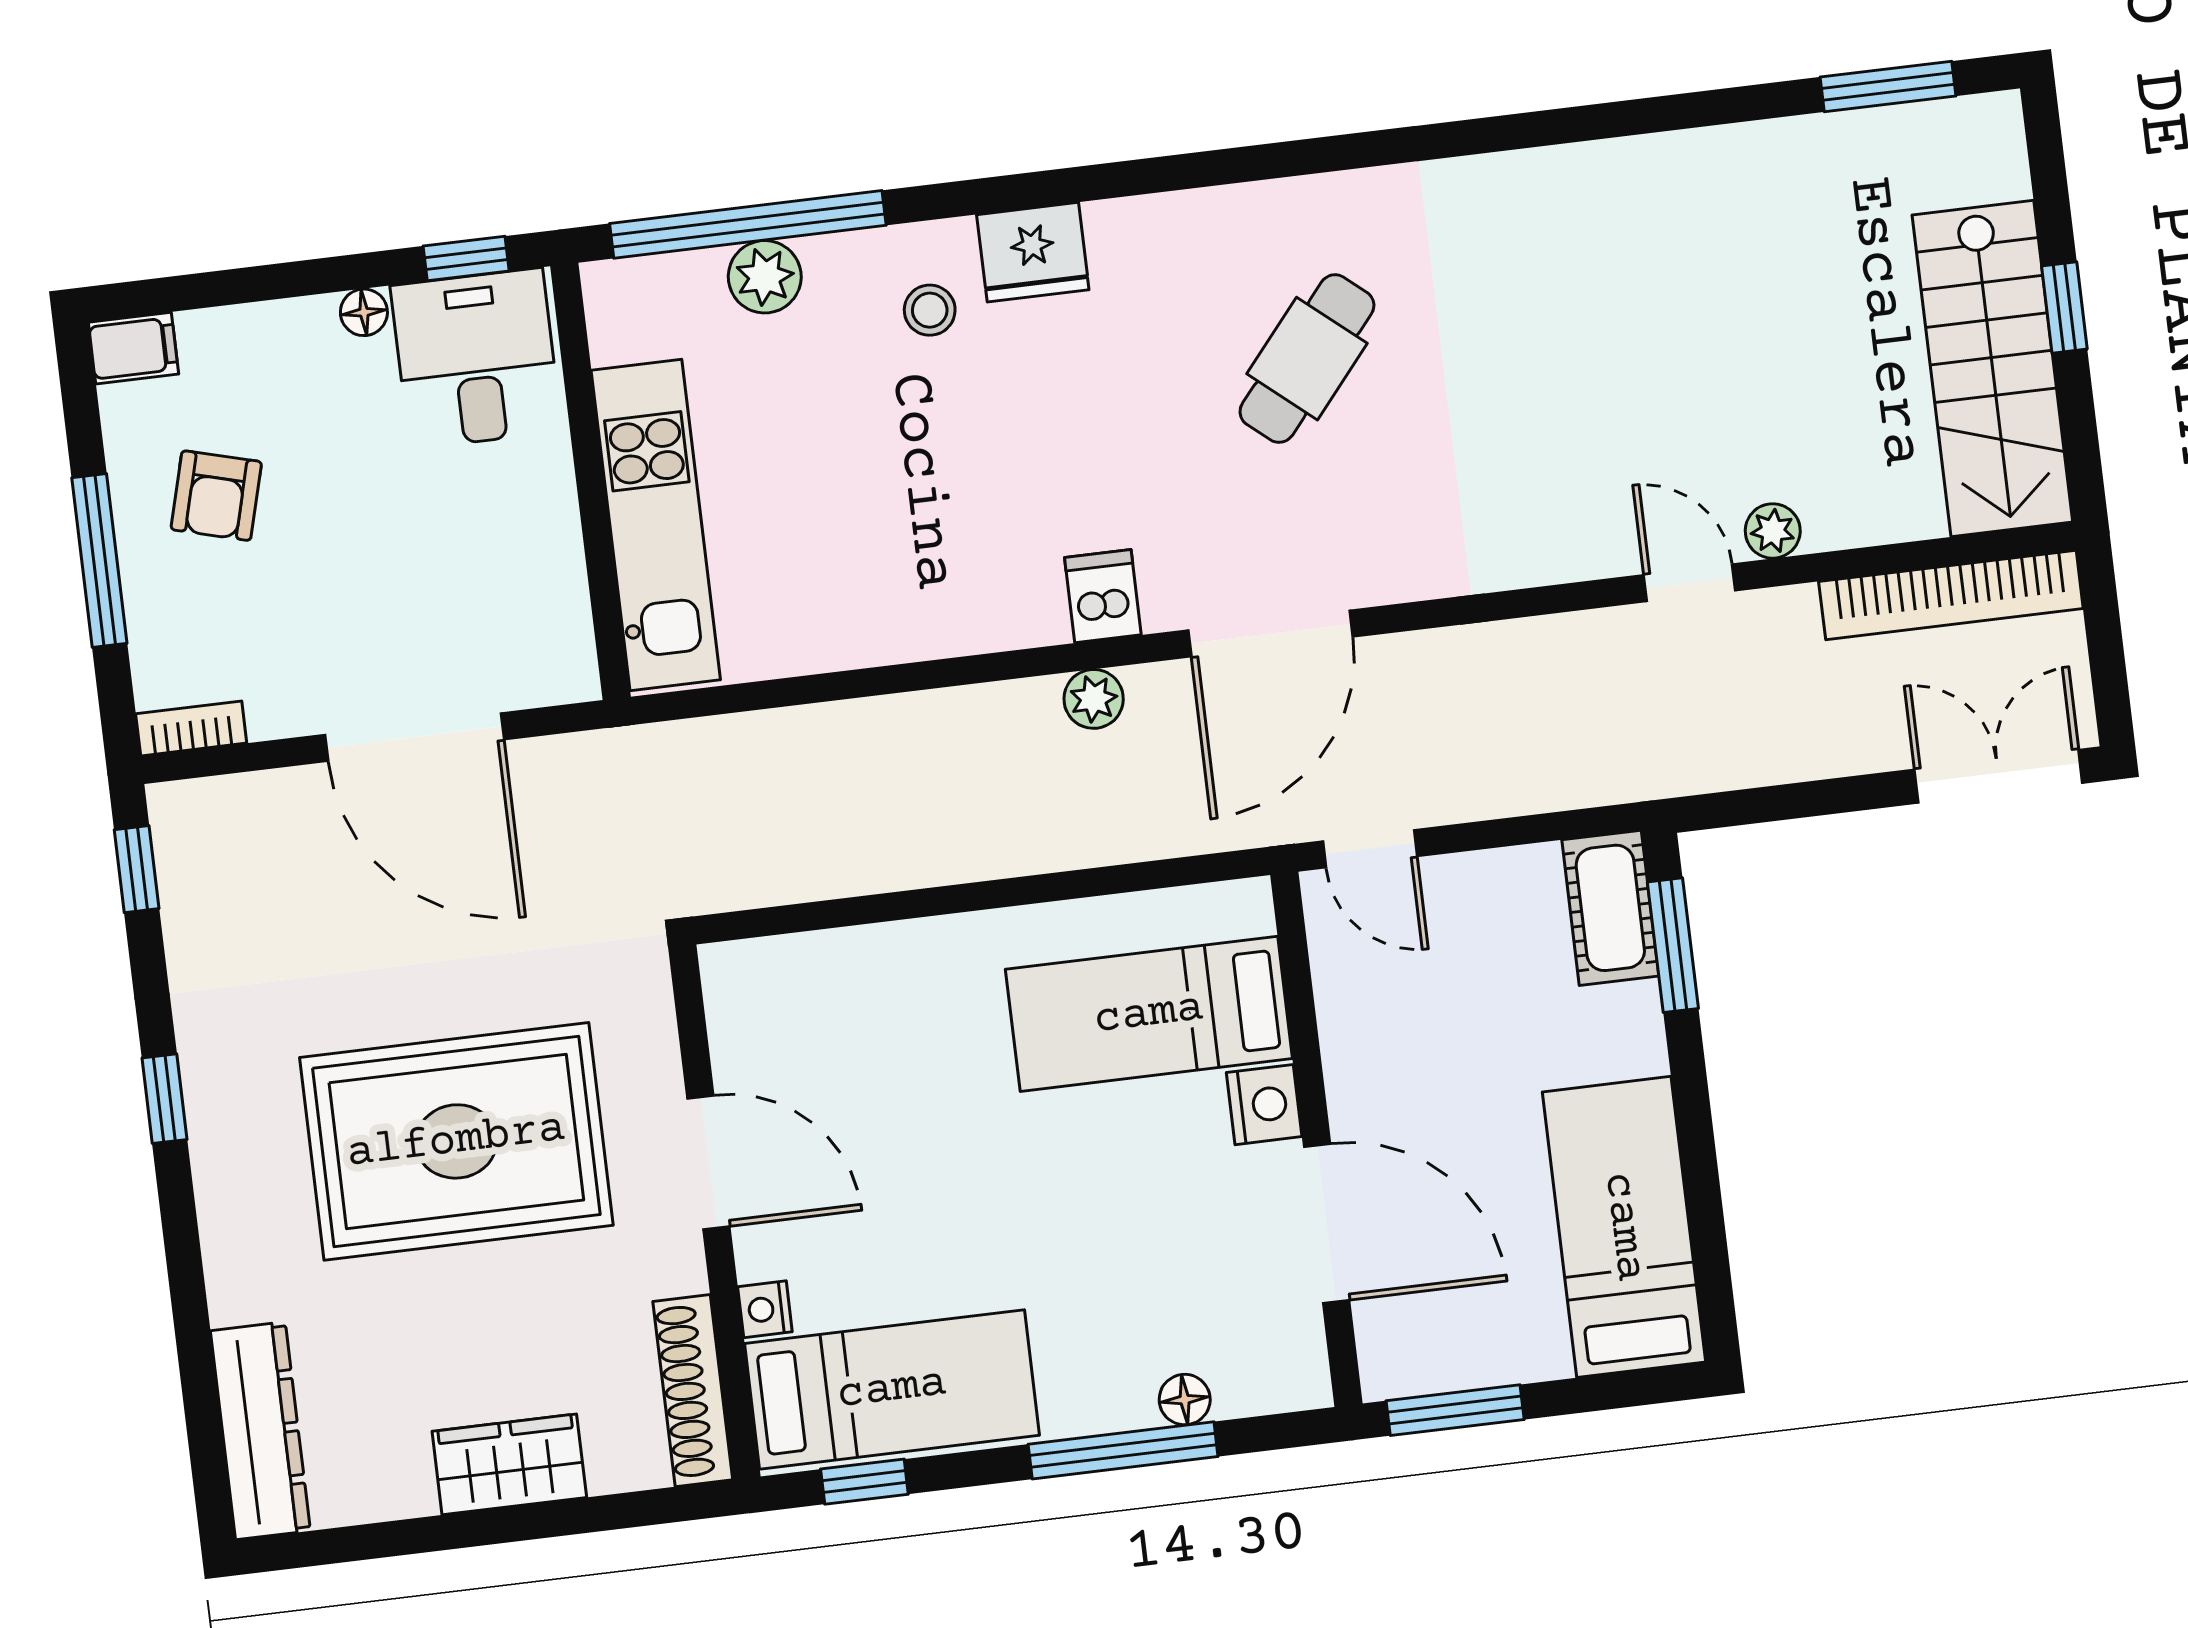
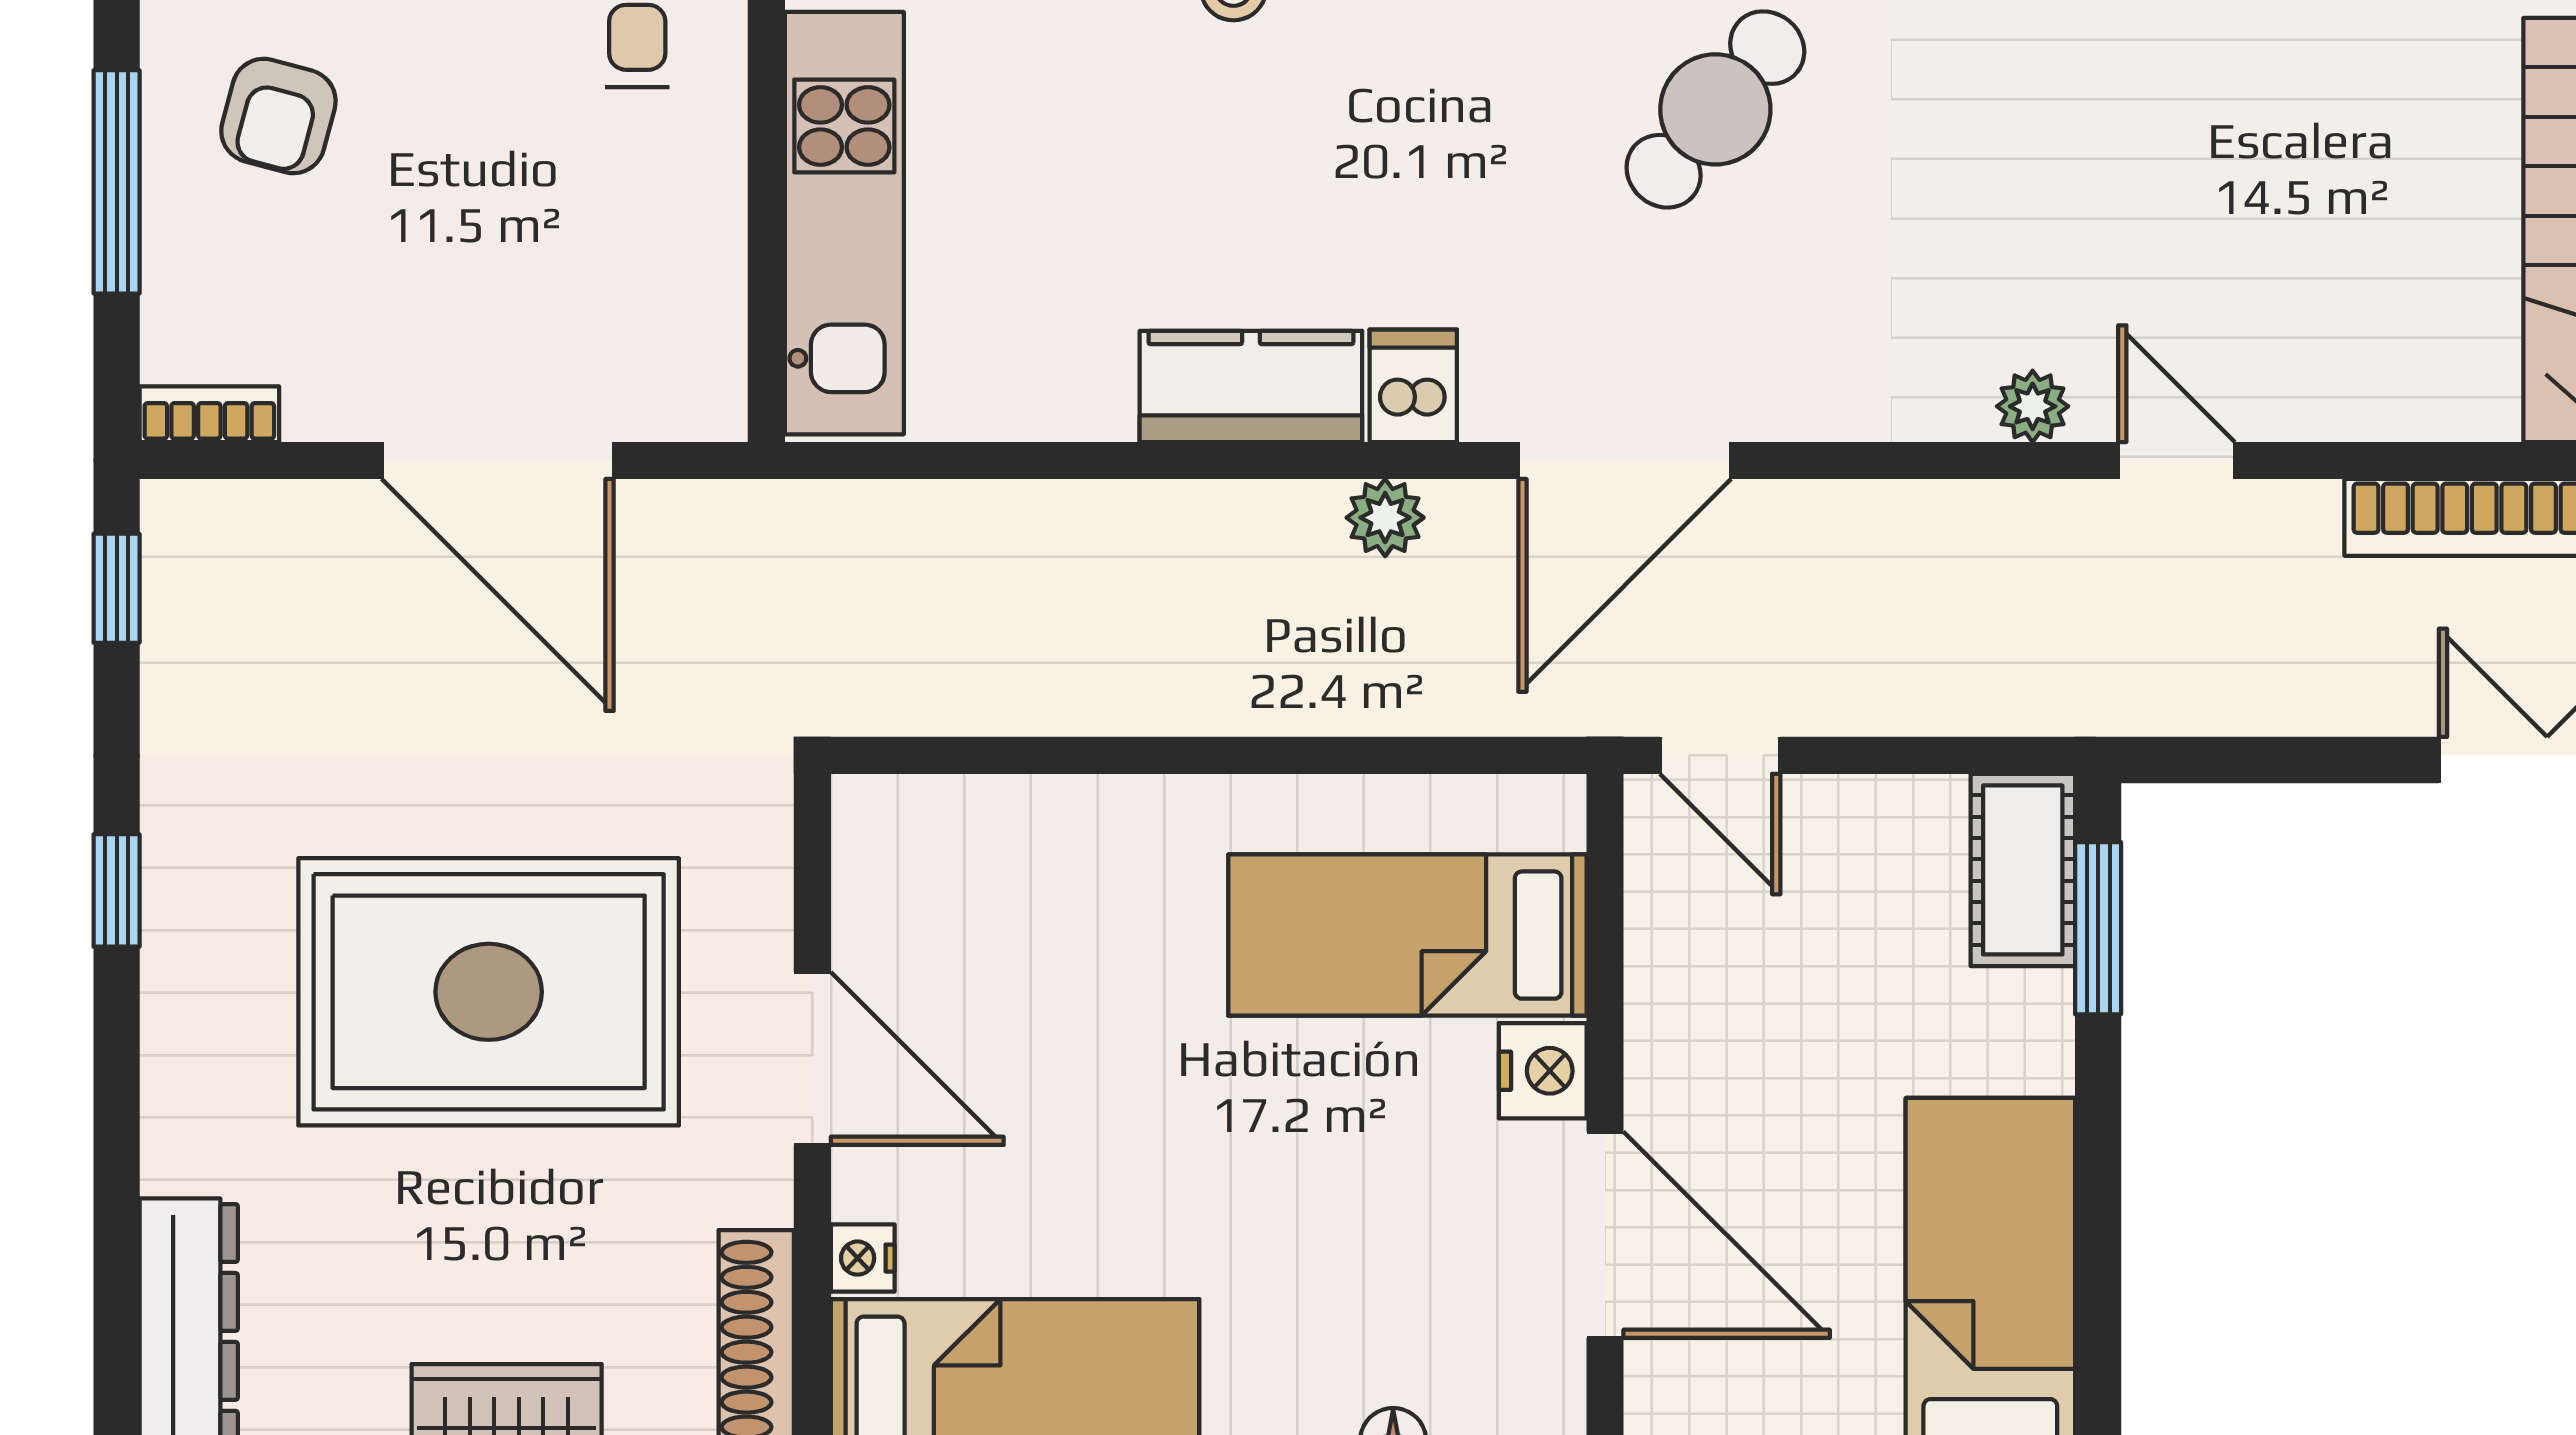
plant: (1773, 531) -> (2033, 406), moved
kitchen counter: (980, 612) -> (1251, 386), added

